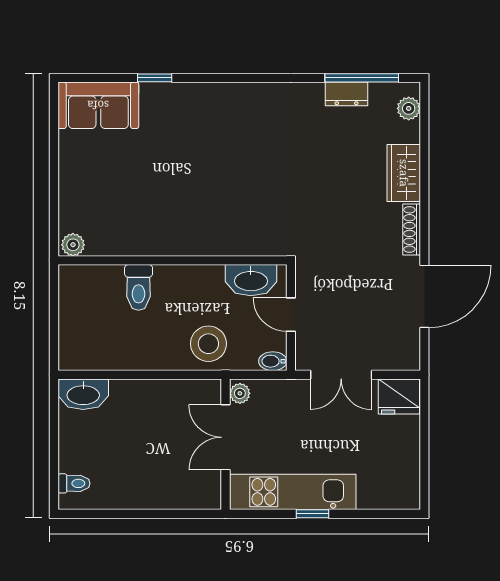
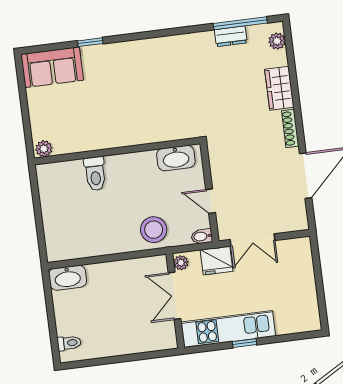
plant: (73, 245) -> (44, 149), moved
wall: (172, 260) -> (117, 151), moved
washbasin: (251, 280) -> (176, 158), moved
toilet: (139, 287) -> (95, 174), moved
fridge: (399, 396) -> (217, 260), moved

